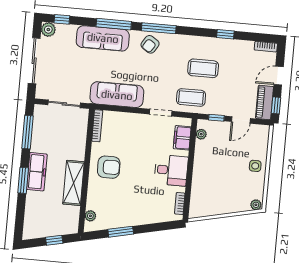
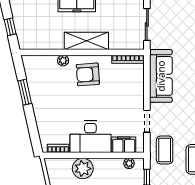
armchair: (109, 167) -> (88, 74), turned 87
desk: (171, 170) -> (90, 137), width x1.37
plant: (202, 181) -> (83, 169), added
shelving: (74, 183) -> (86, 41), moved
plant: (90, 216) -> (63, 61), moved

